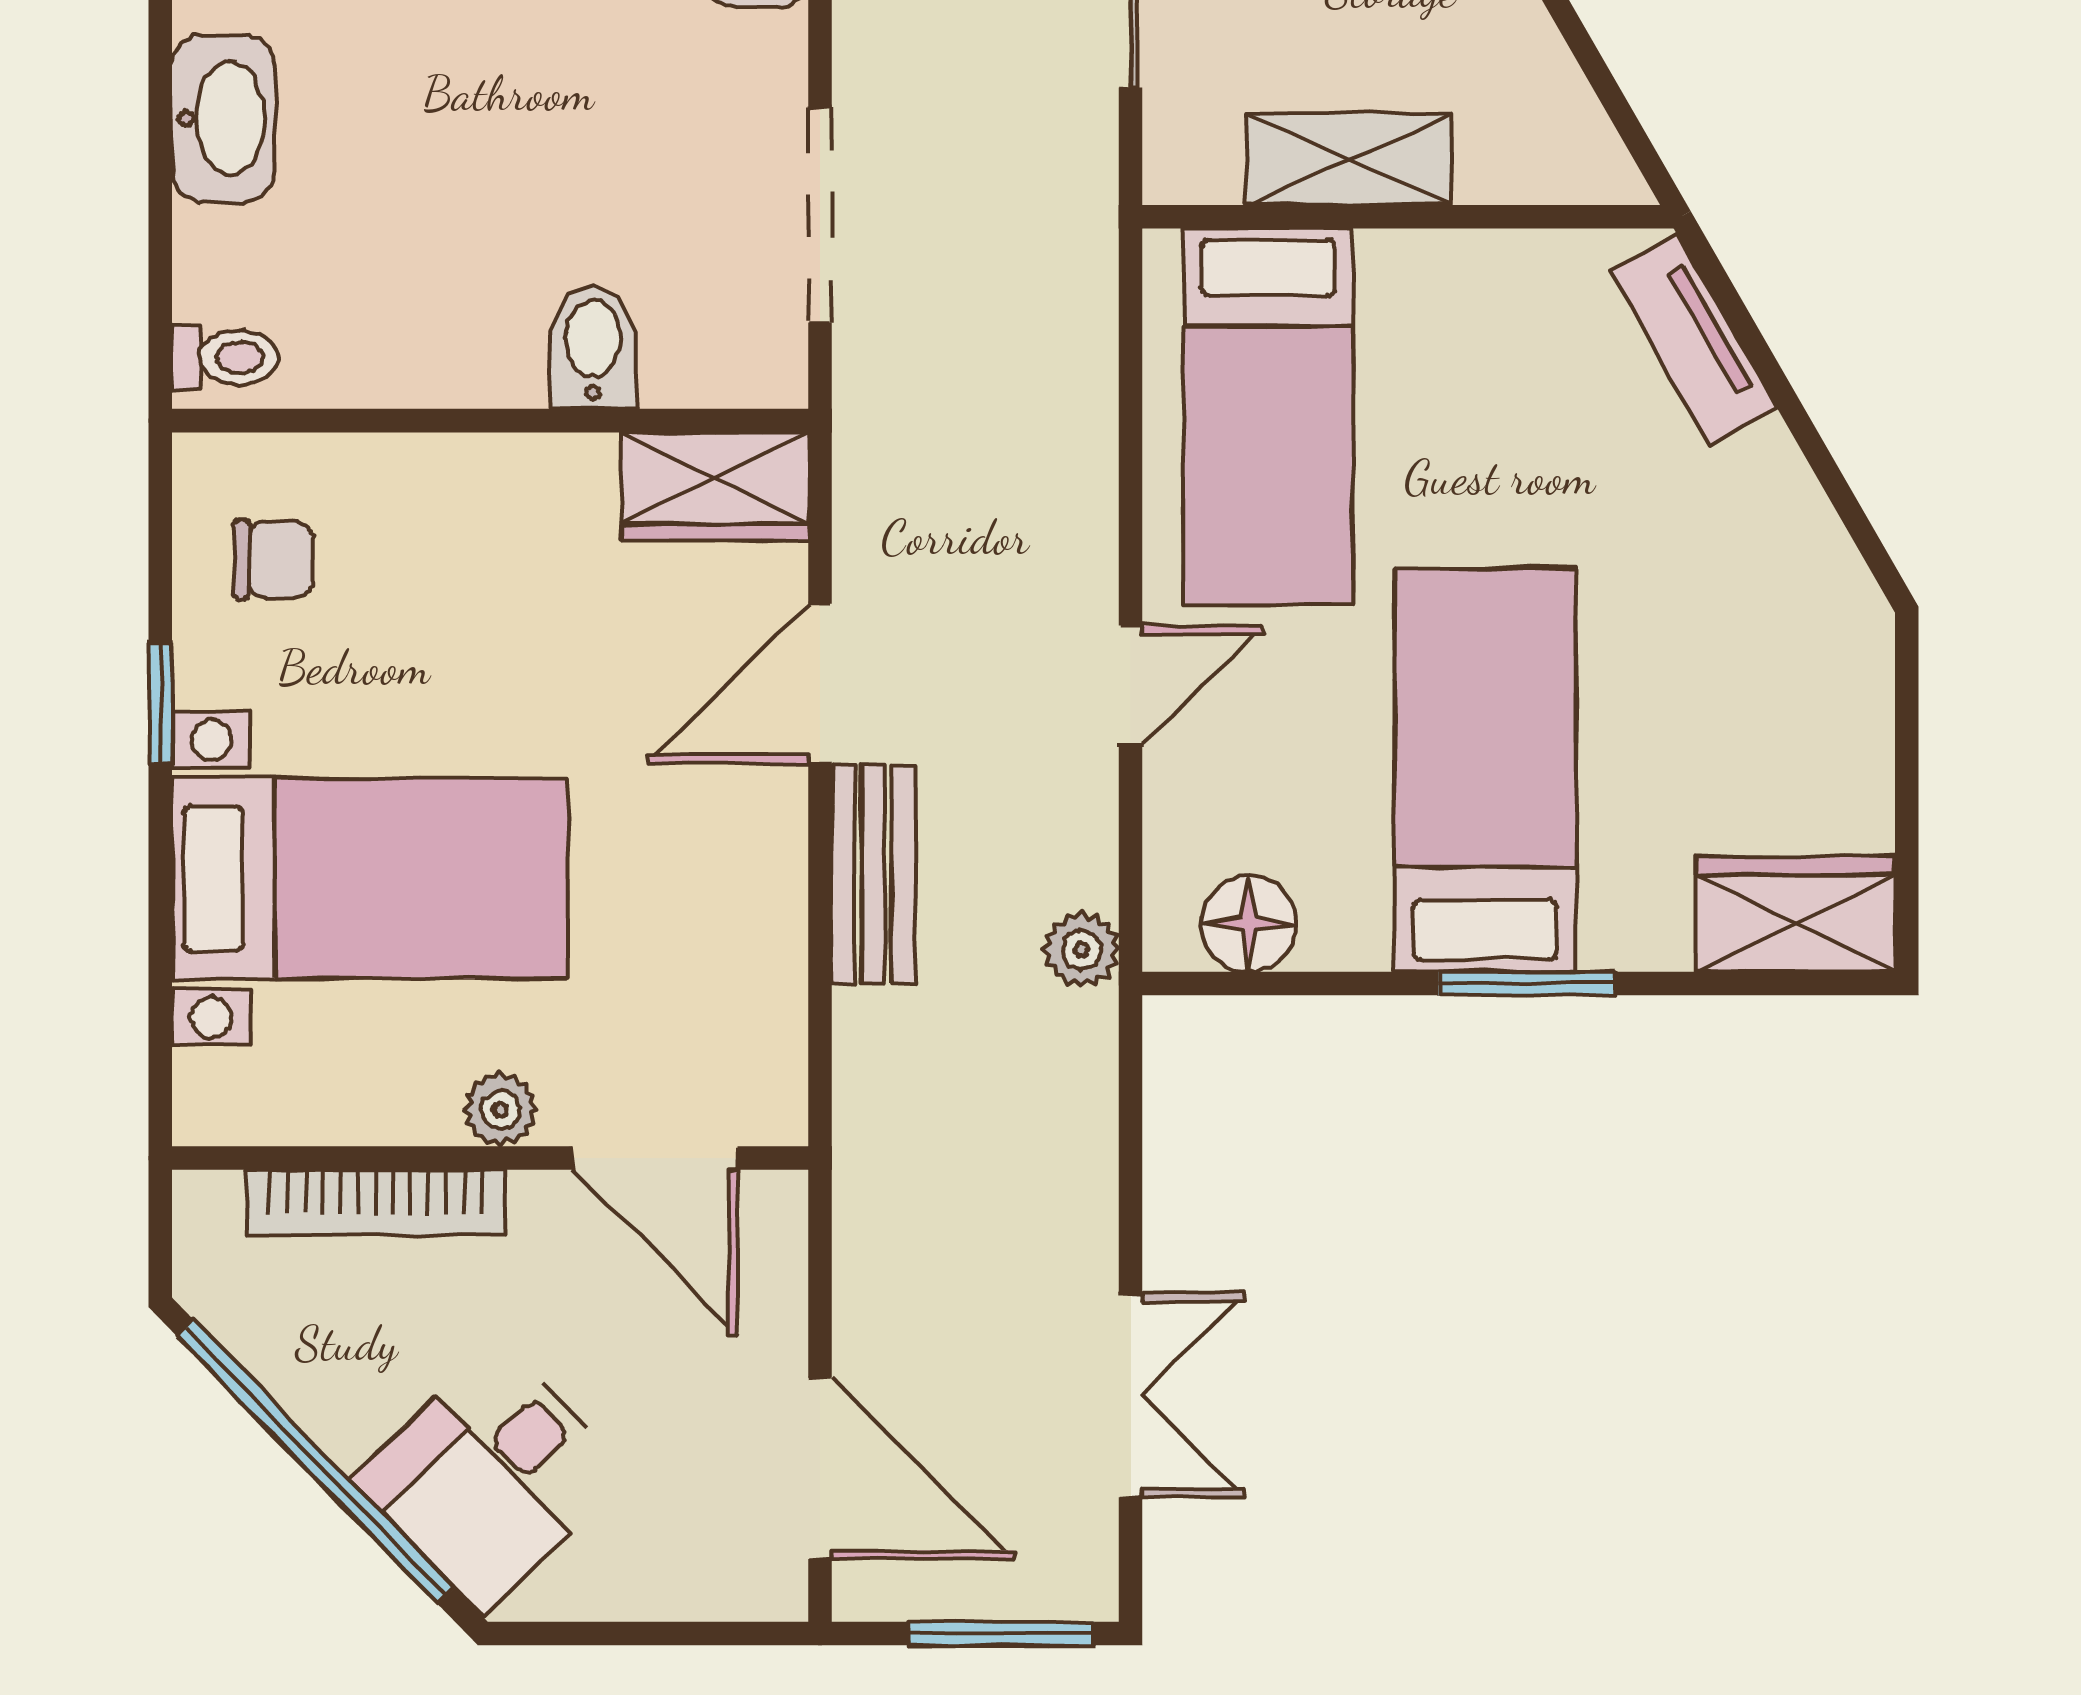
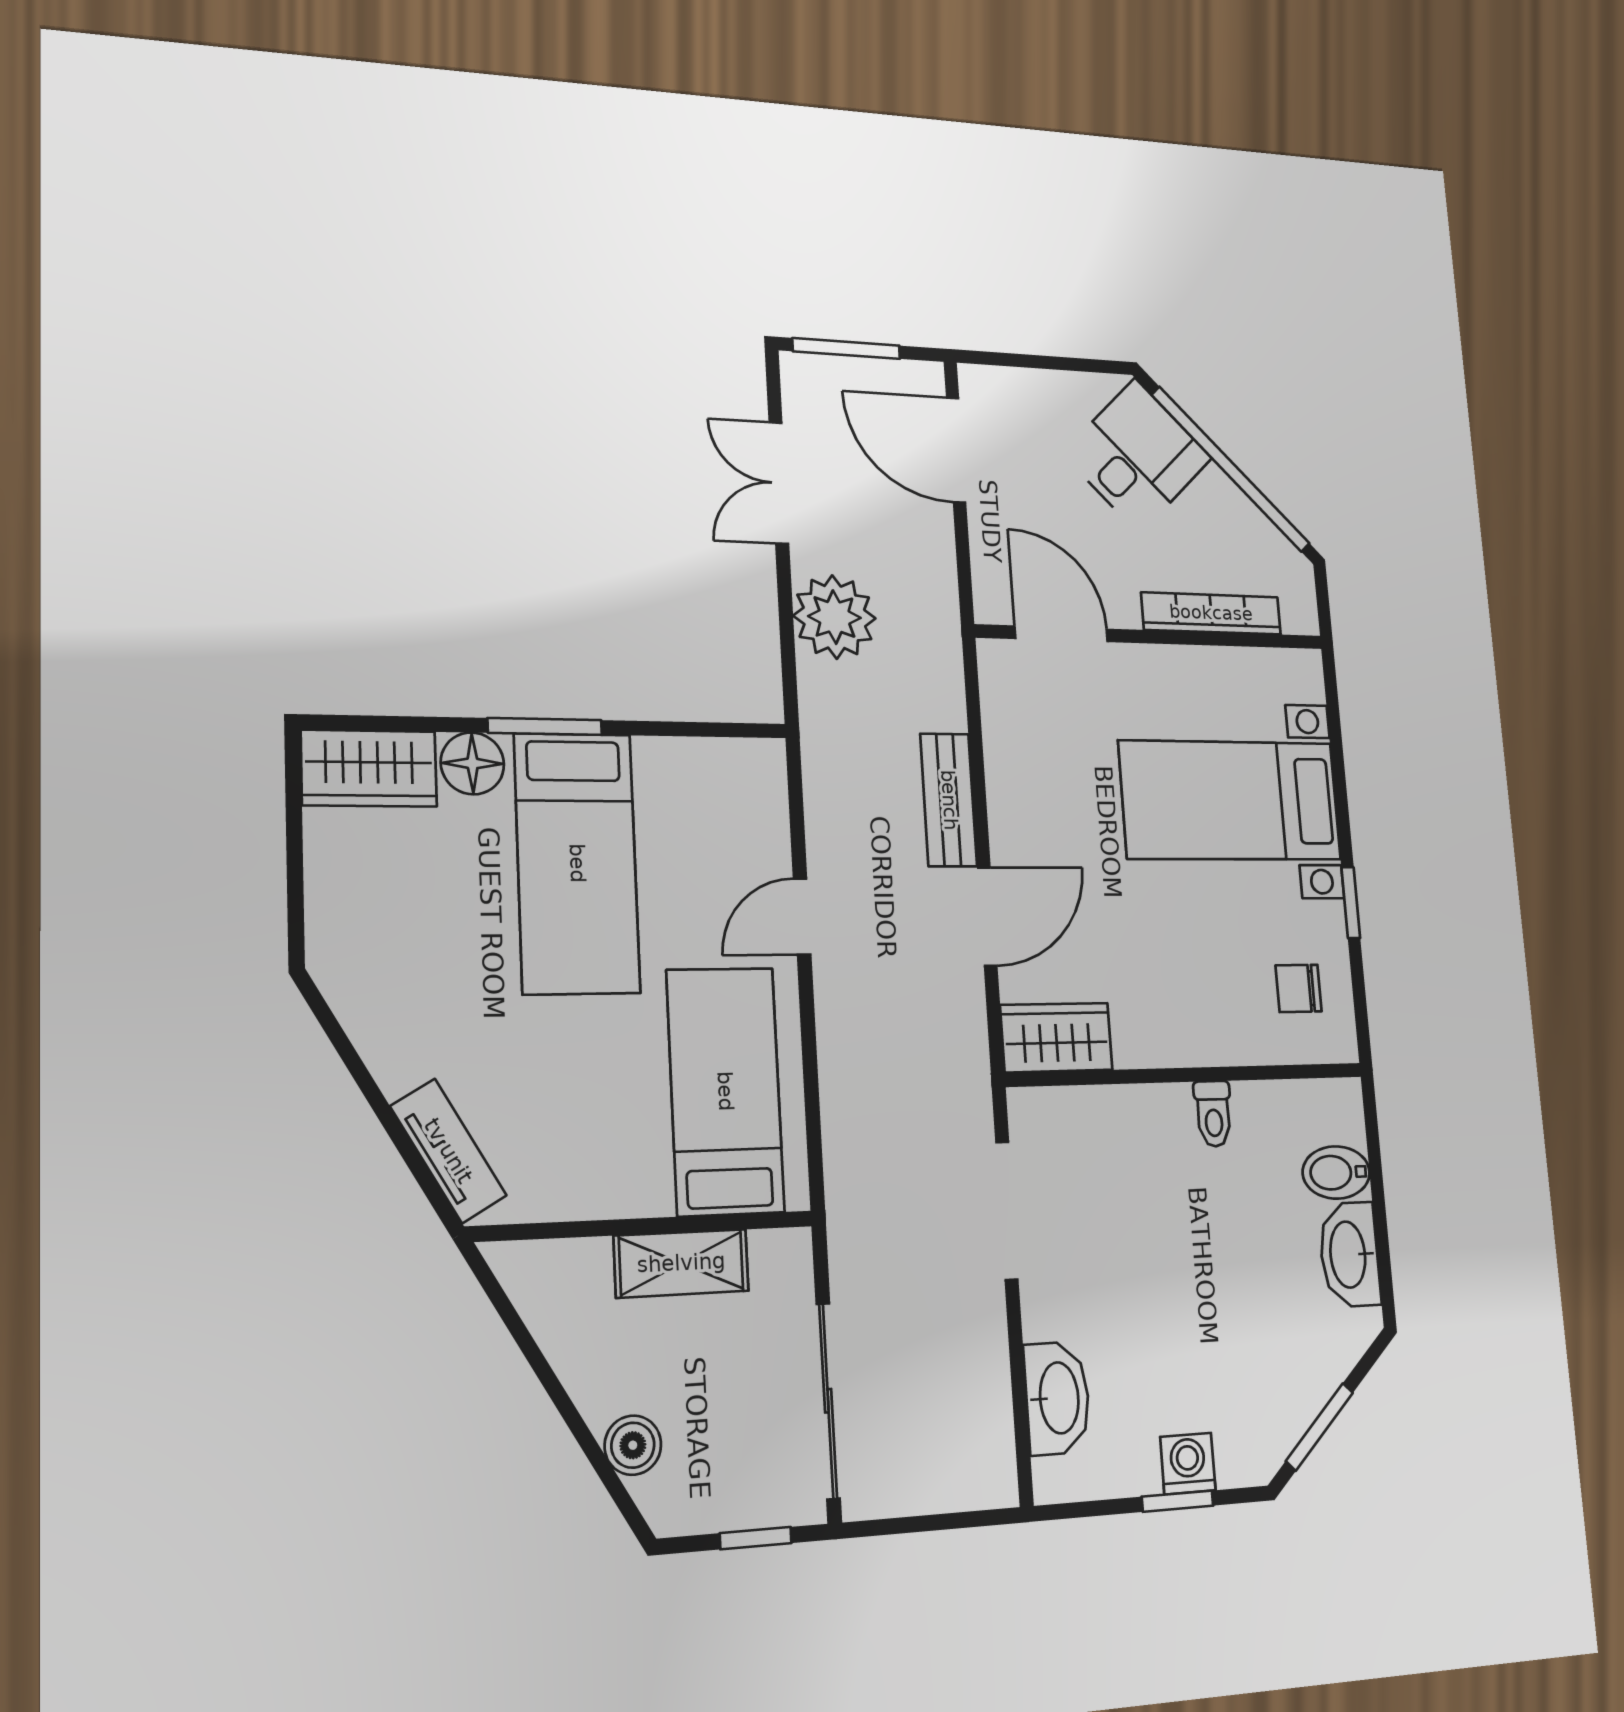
bidet: (593, 347) -> (1336, 1172), moved, turned 90
toilet: (225, 357) -> (1213, 1114), moved, turned -90
floor lamp: (1249, 924) -> (472, 763), moved
plant: (1082, 950) -> (834, 617), moved, width x1.88, depth x1.88
plant: (500, 1110) -> (1149, 665), removed

